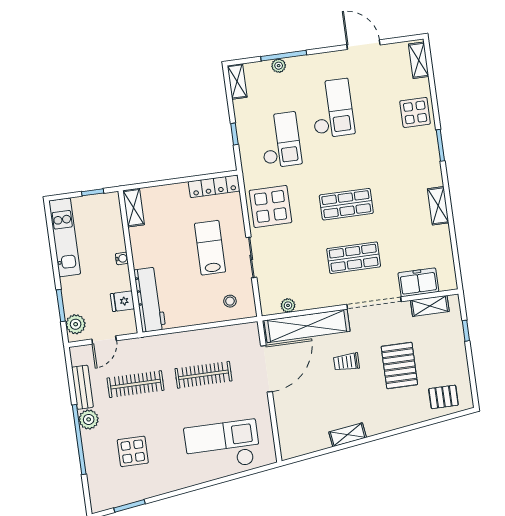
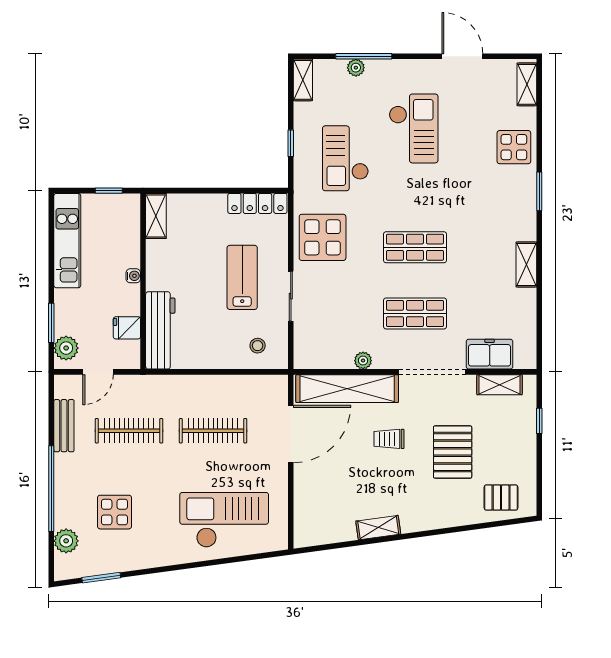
checkout: (280, 140) -> (345, 158), turned 180
plant: (288, 305) -> (363, 361), moved
plant: (89, 419) -> (66, 541), moved

